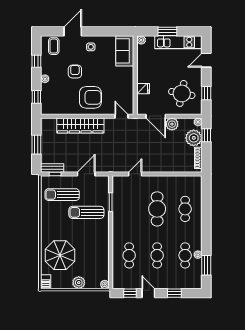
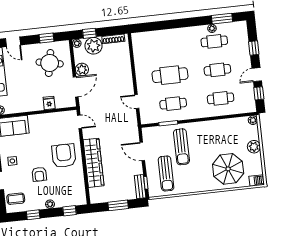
armchair: (75, 72) -> (39, 174), turned -90
door: (122, 116) -> (80, 122), swing flipped
cafe table: (185, 209) -> (173, 104), moved

